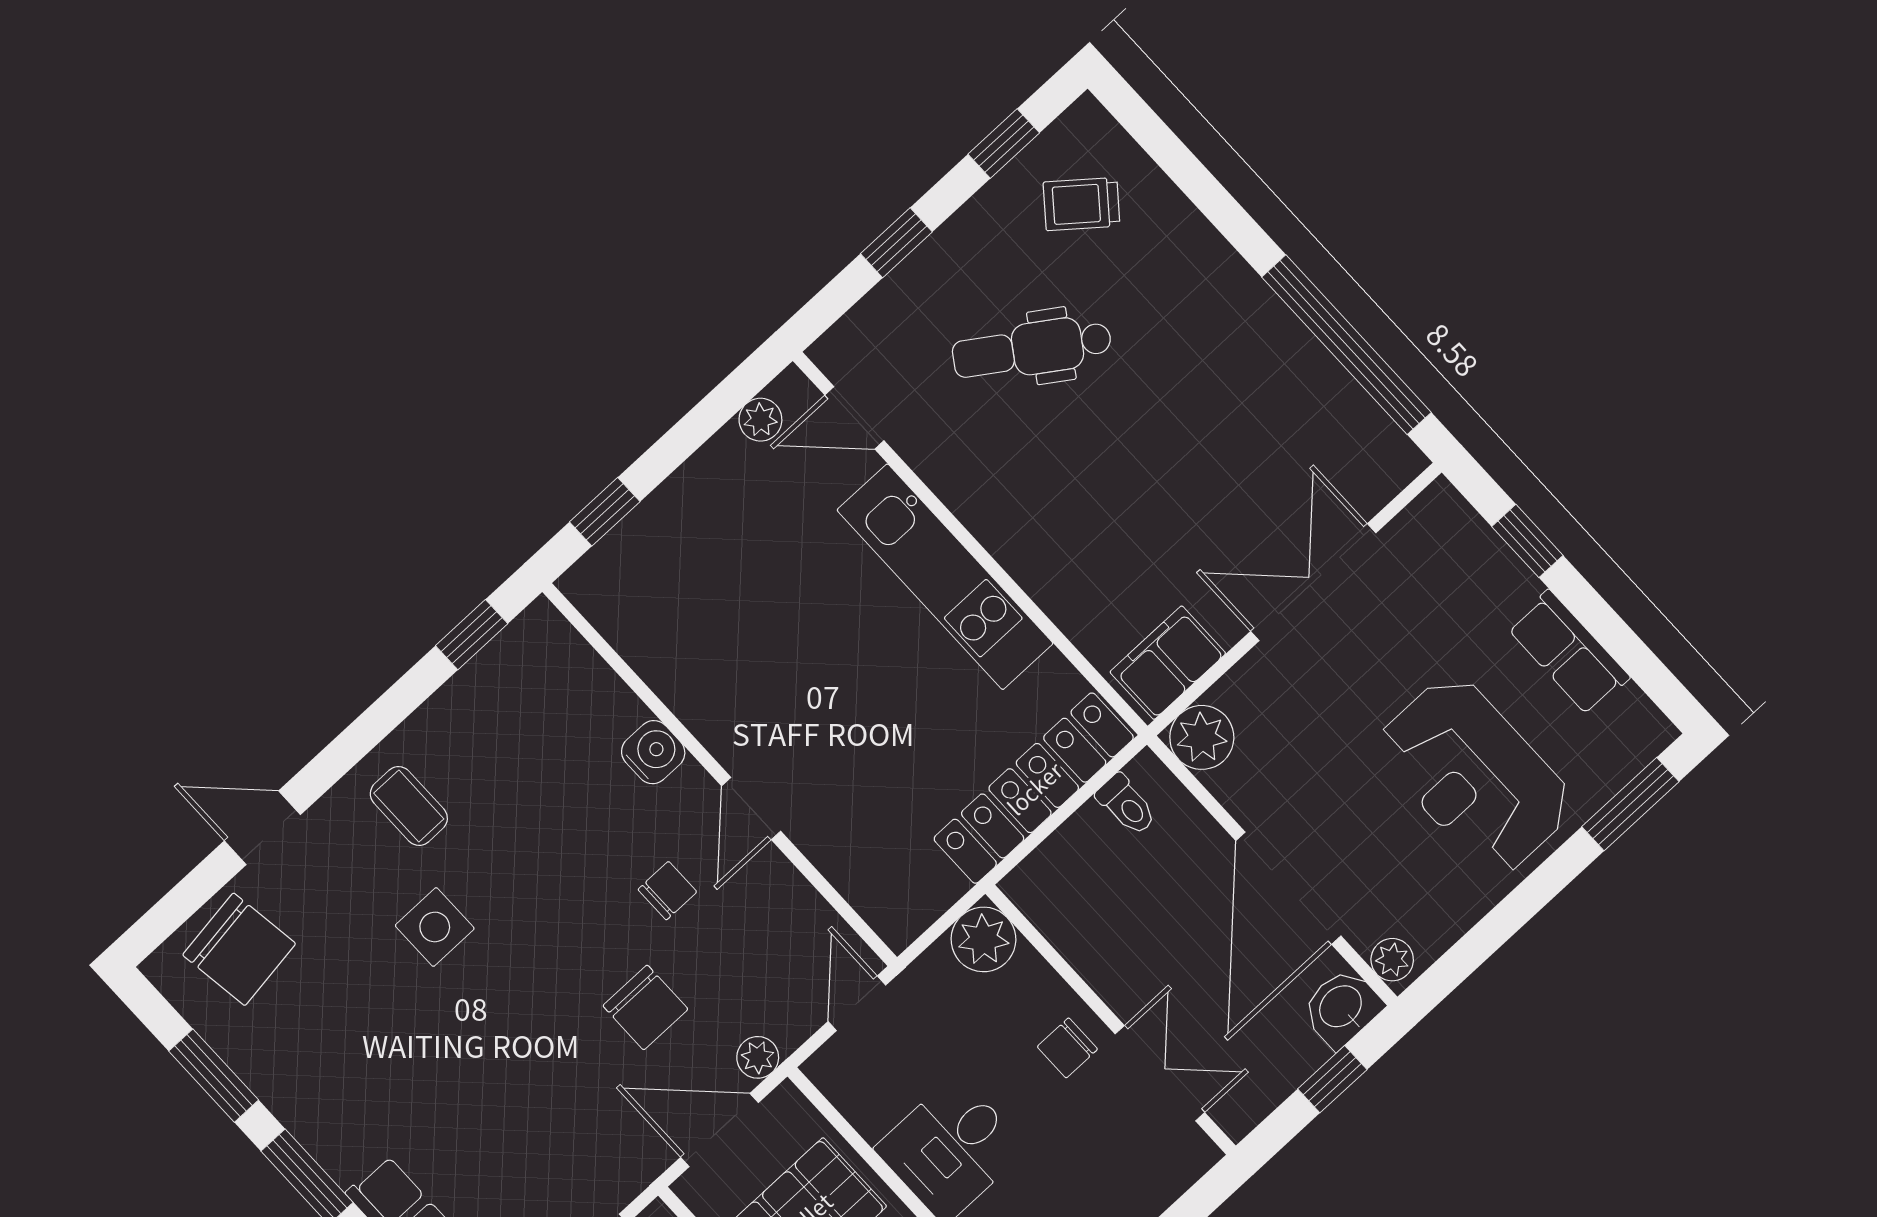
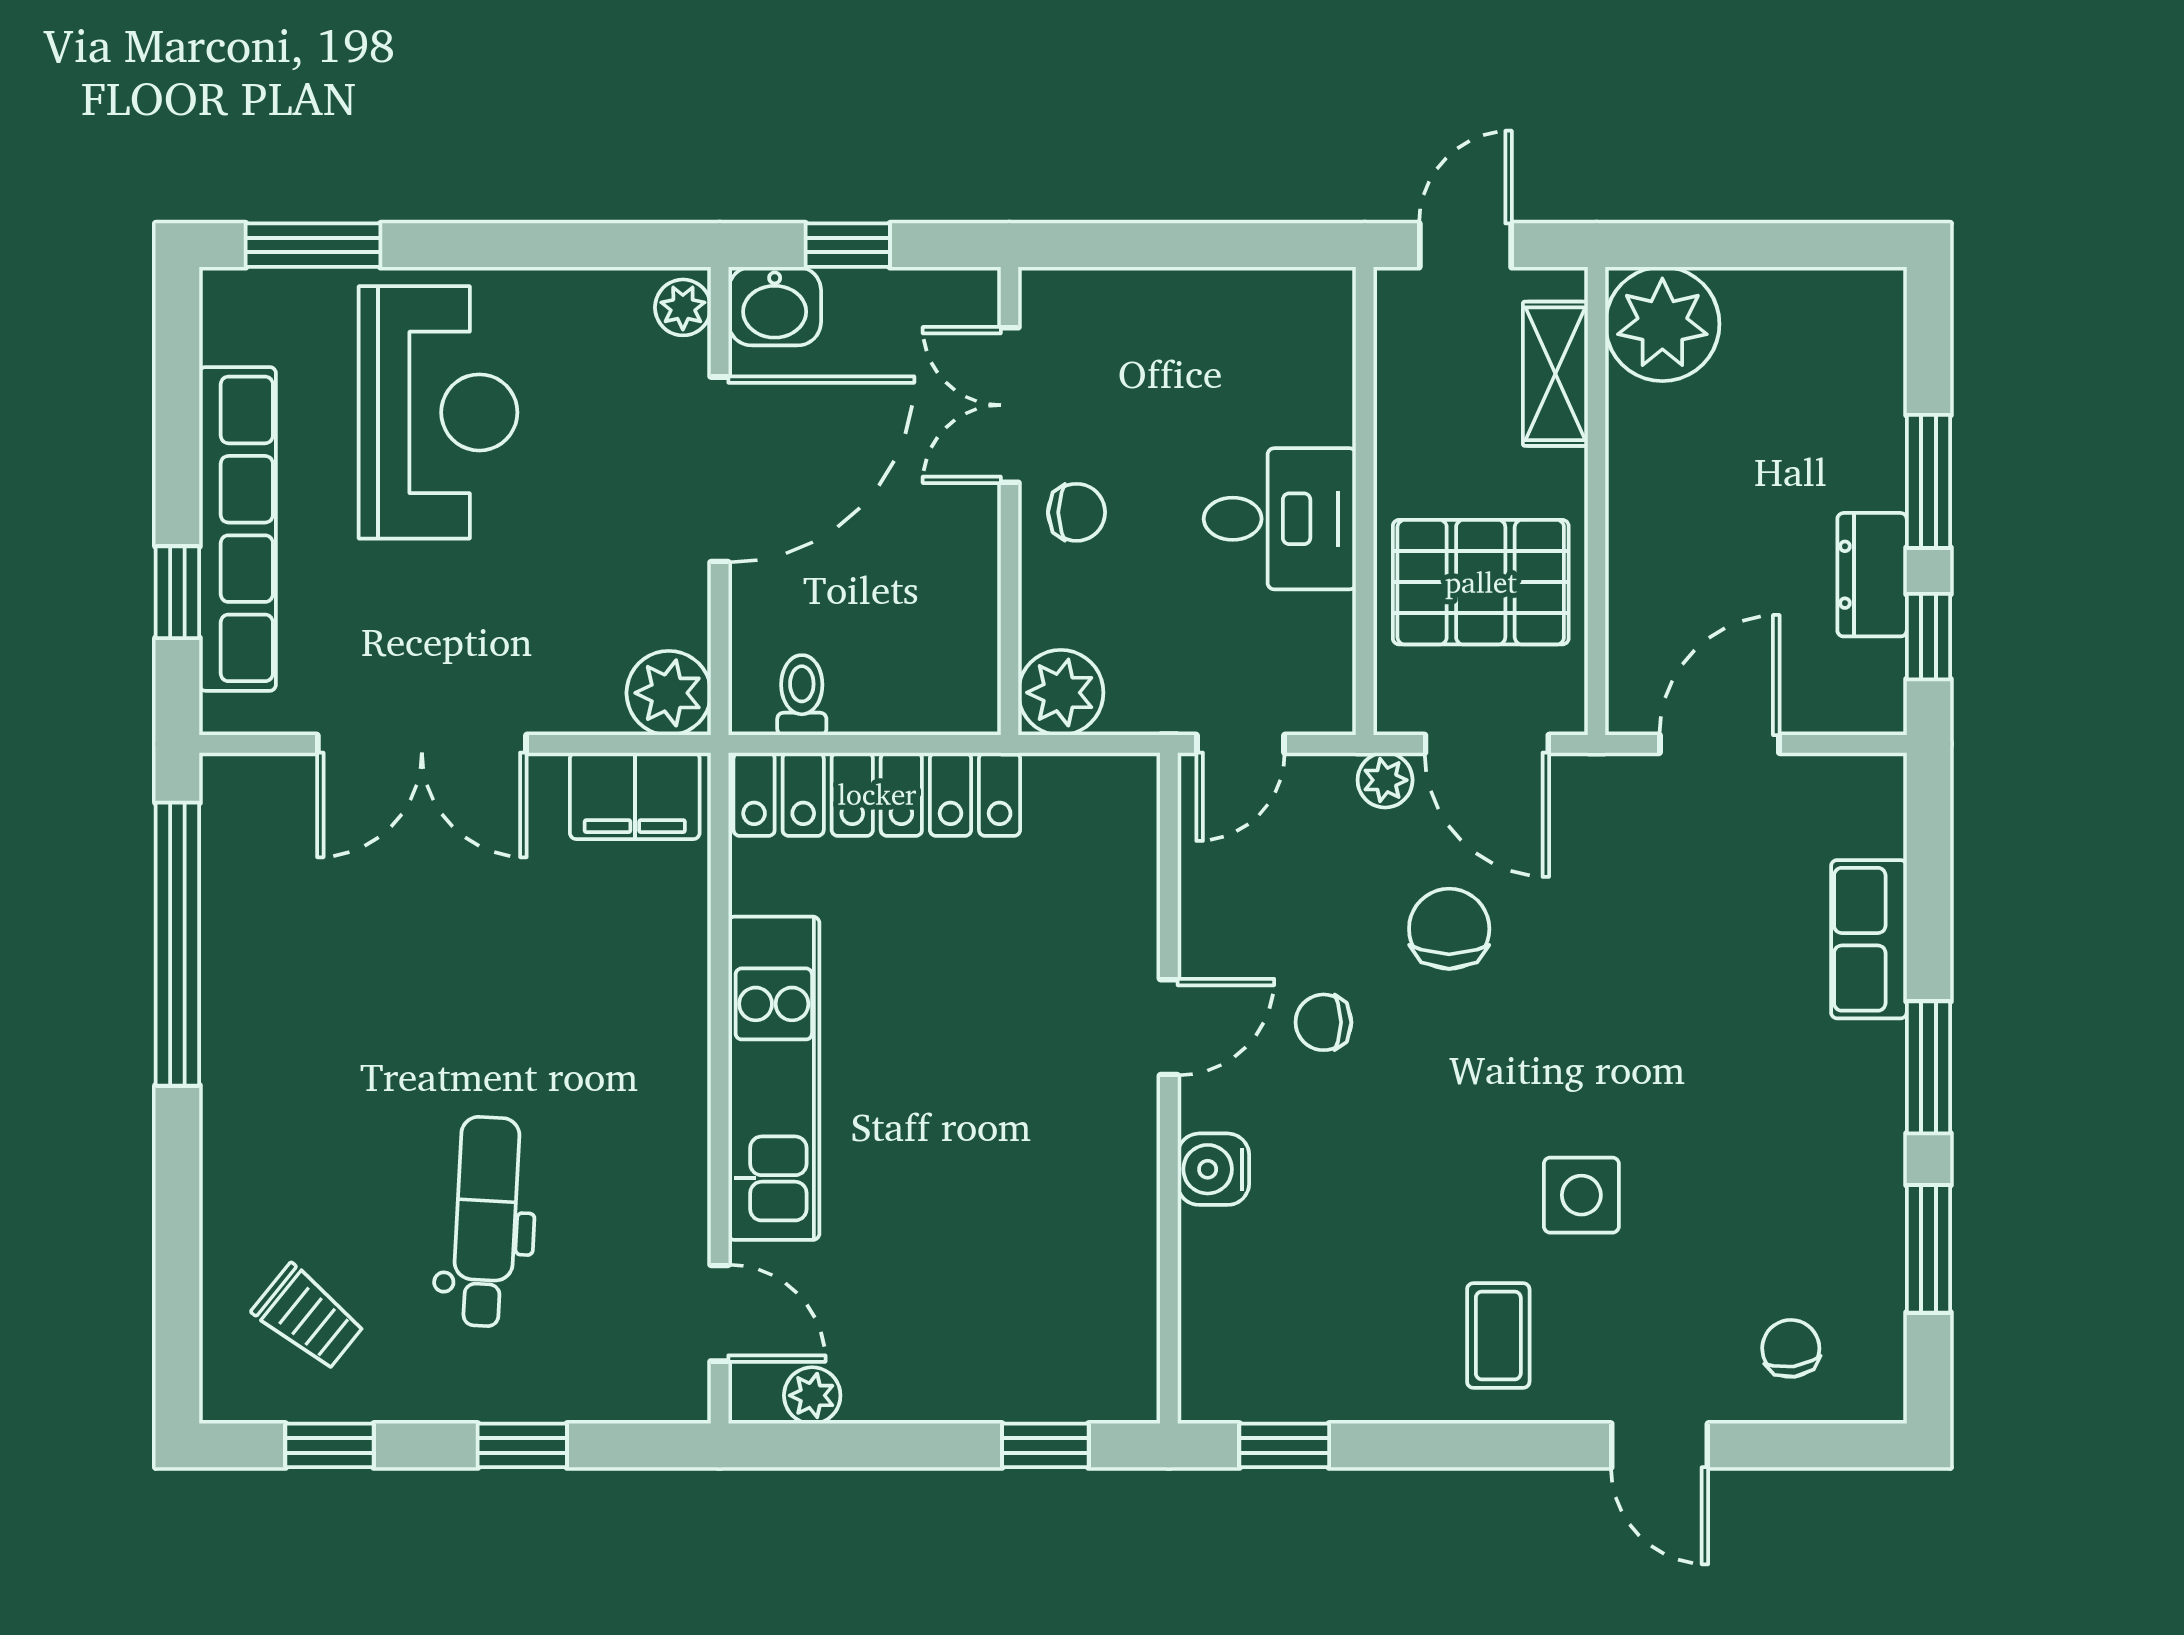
dental chair: (1032, 349) -> (486, 1222), turned -121
row of seats: (1569, 653) -> (238, 529), width x2.02
chair: (239, 949) -> (1791, 1348), width x0.54, depth x0.54

